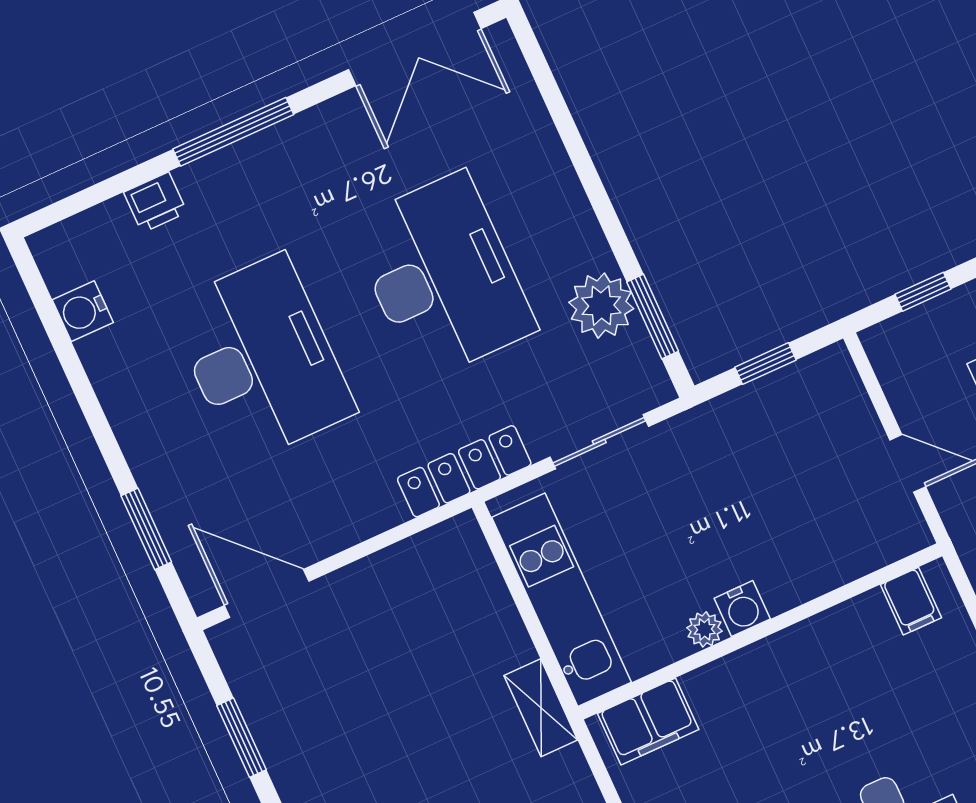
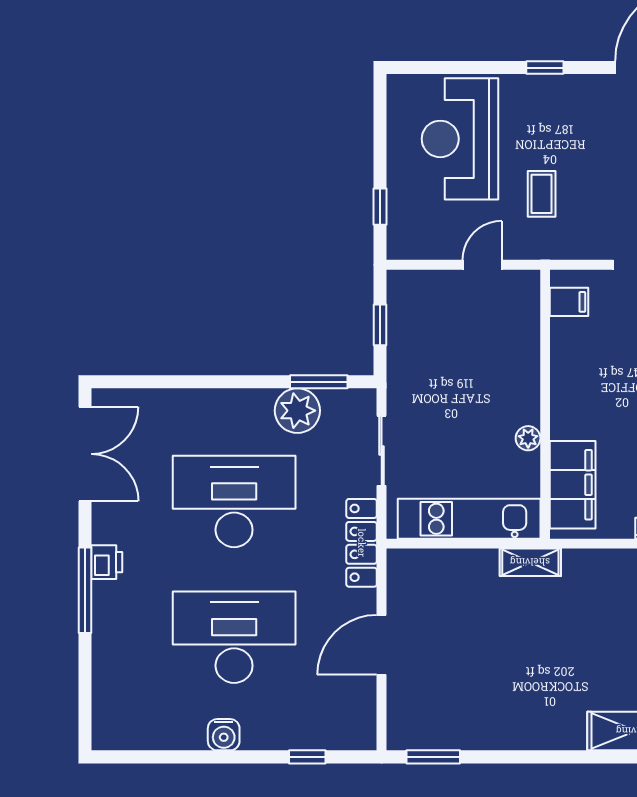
printer: (155, 202) -> (107, 562), moved
water cooler: (83, 311) -> (224, 735), moved
window: (146, 529) -> (307, 757), width x0.67
door: (267, 593) -> (382, 645), moved
water cooler: (742, 609) -> (526, 409), removed
filing cabinet: (648, 721) -> (573, 485), width x1.50, depth x1.17
window: (241, 738) -> (433, 757), moved

